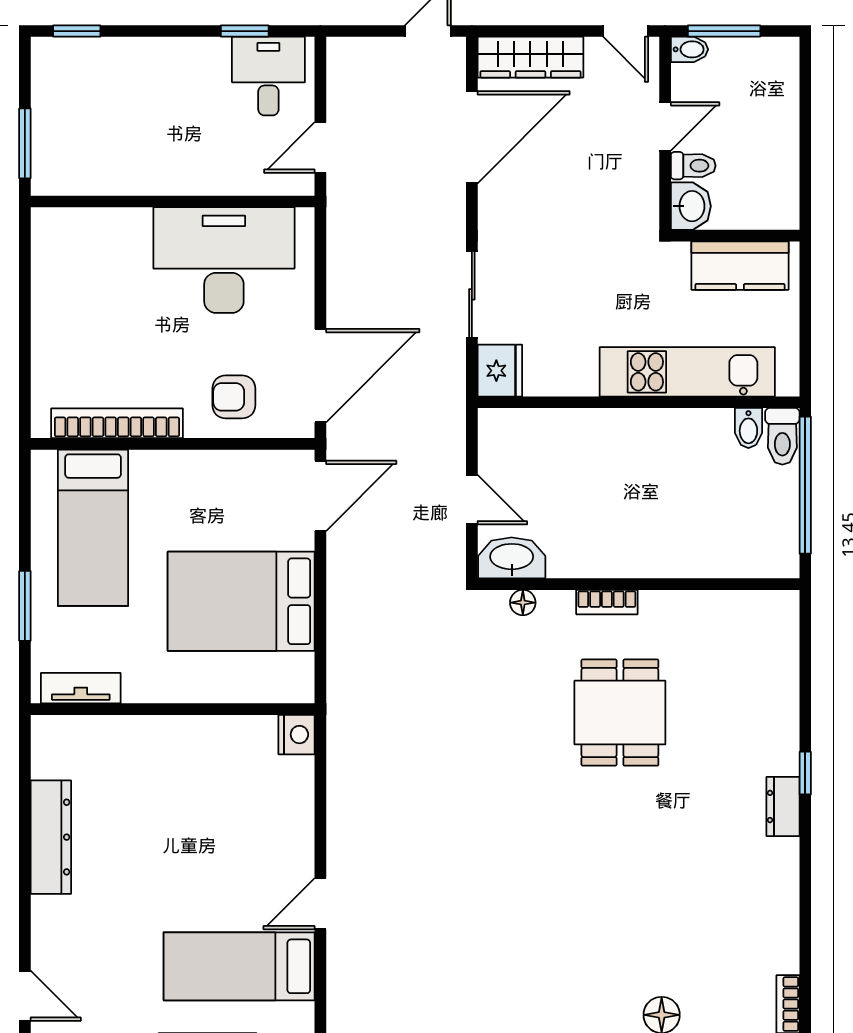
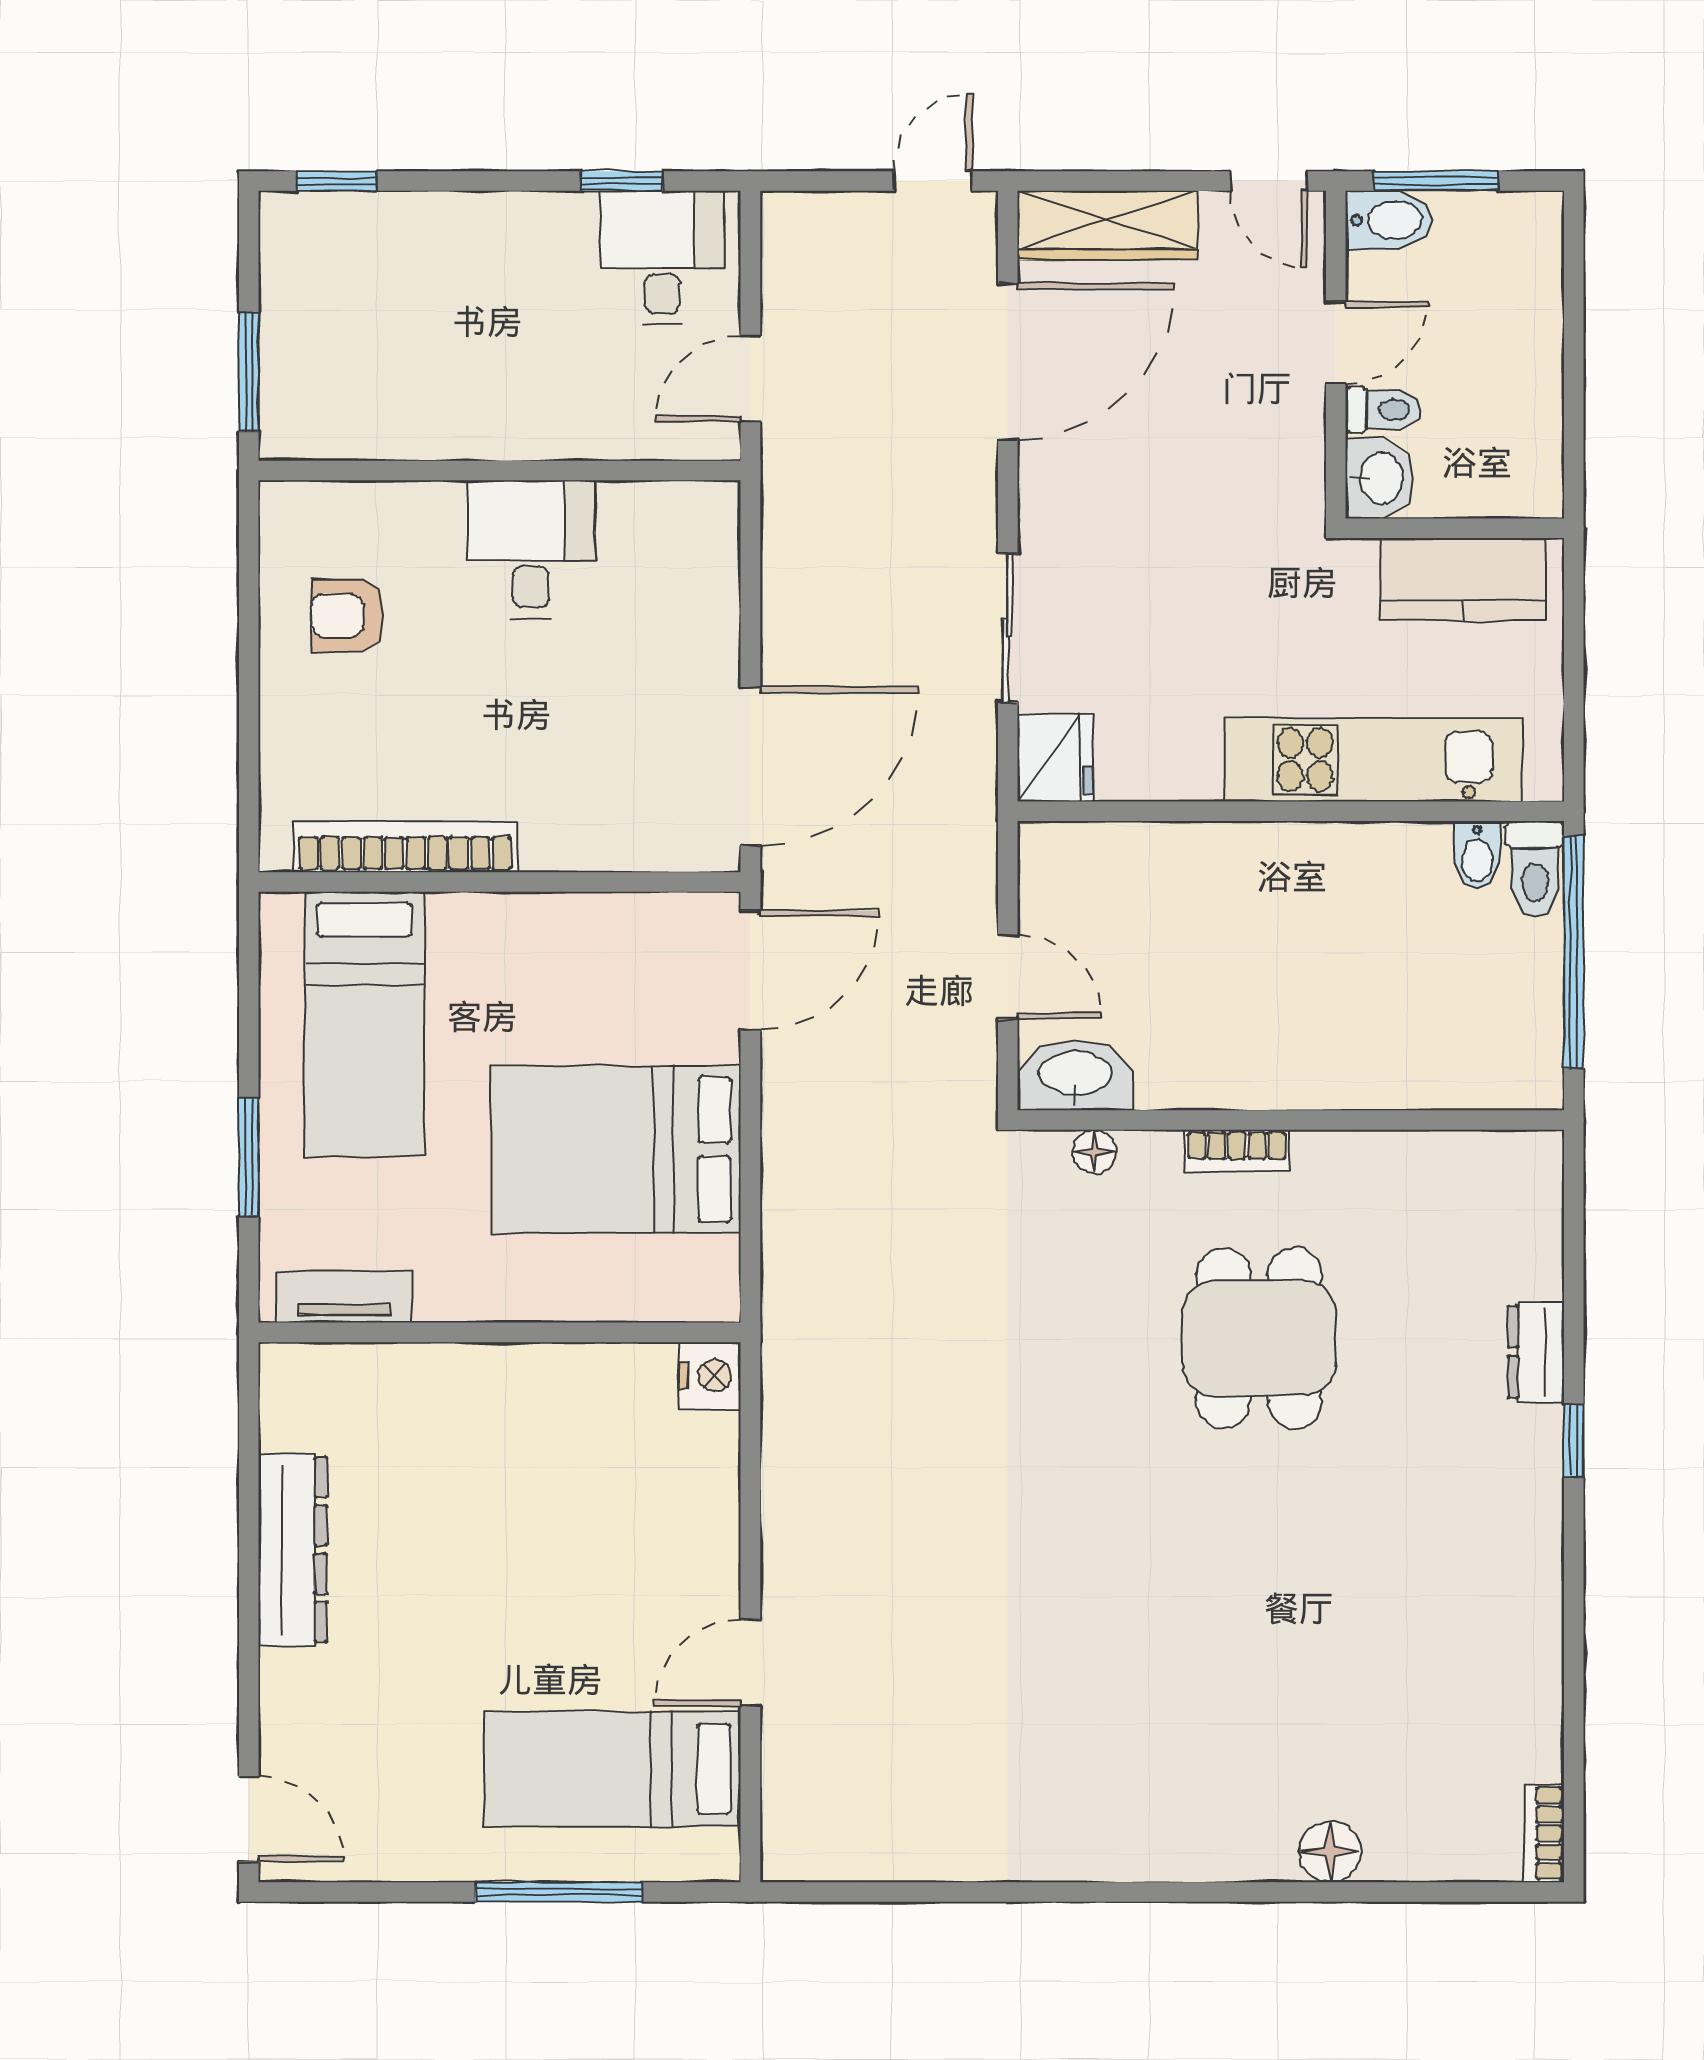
bidet: (689, 49) -> (1388, 220), width x1.38, depth x1.36
desk: (224, 260) -> (531, 549), width x0.53, depth x0.77
armchair: (234, 397) -> (347, 615), moved
dresser: (783, 806) -> (1536, 1352), moved

